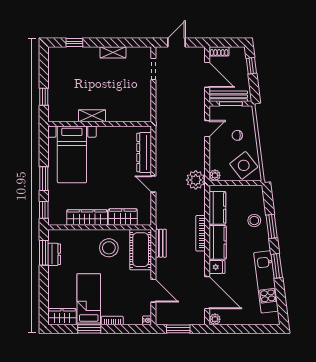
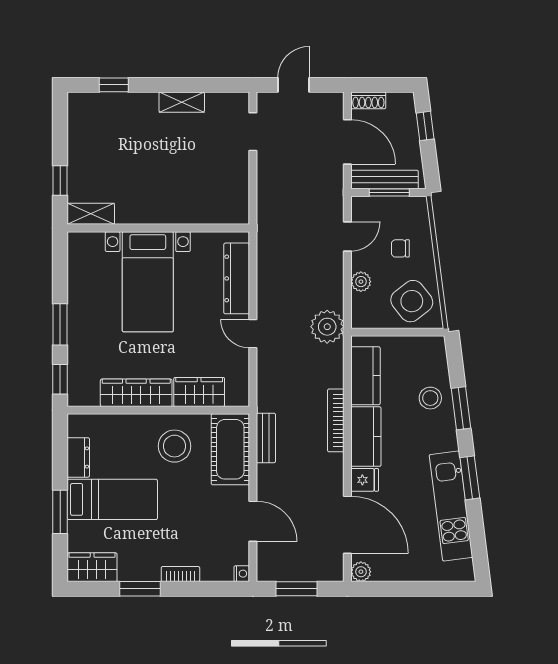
shelving: (92, 116) -> (91, 214), moved
bed with nightstands: (72, 154) -> (148, 282), moved
plant: (215, 175) -> (361, 282), moved
window: (44, 253) -> (60, 512), moved
bed: (89, 299) -> (112, 499), moved, turned 90

